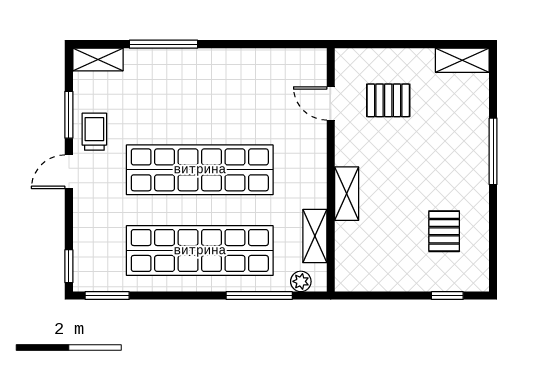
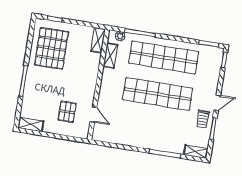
pallet: (388, 100) -> (67, 112), turned 90
shelving: (347, 194) -> (98, 40), moved
pallet: (444, 231) -> (51, 48), width x2.05, depth x2.00

